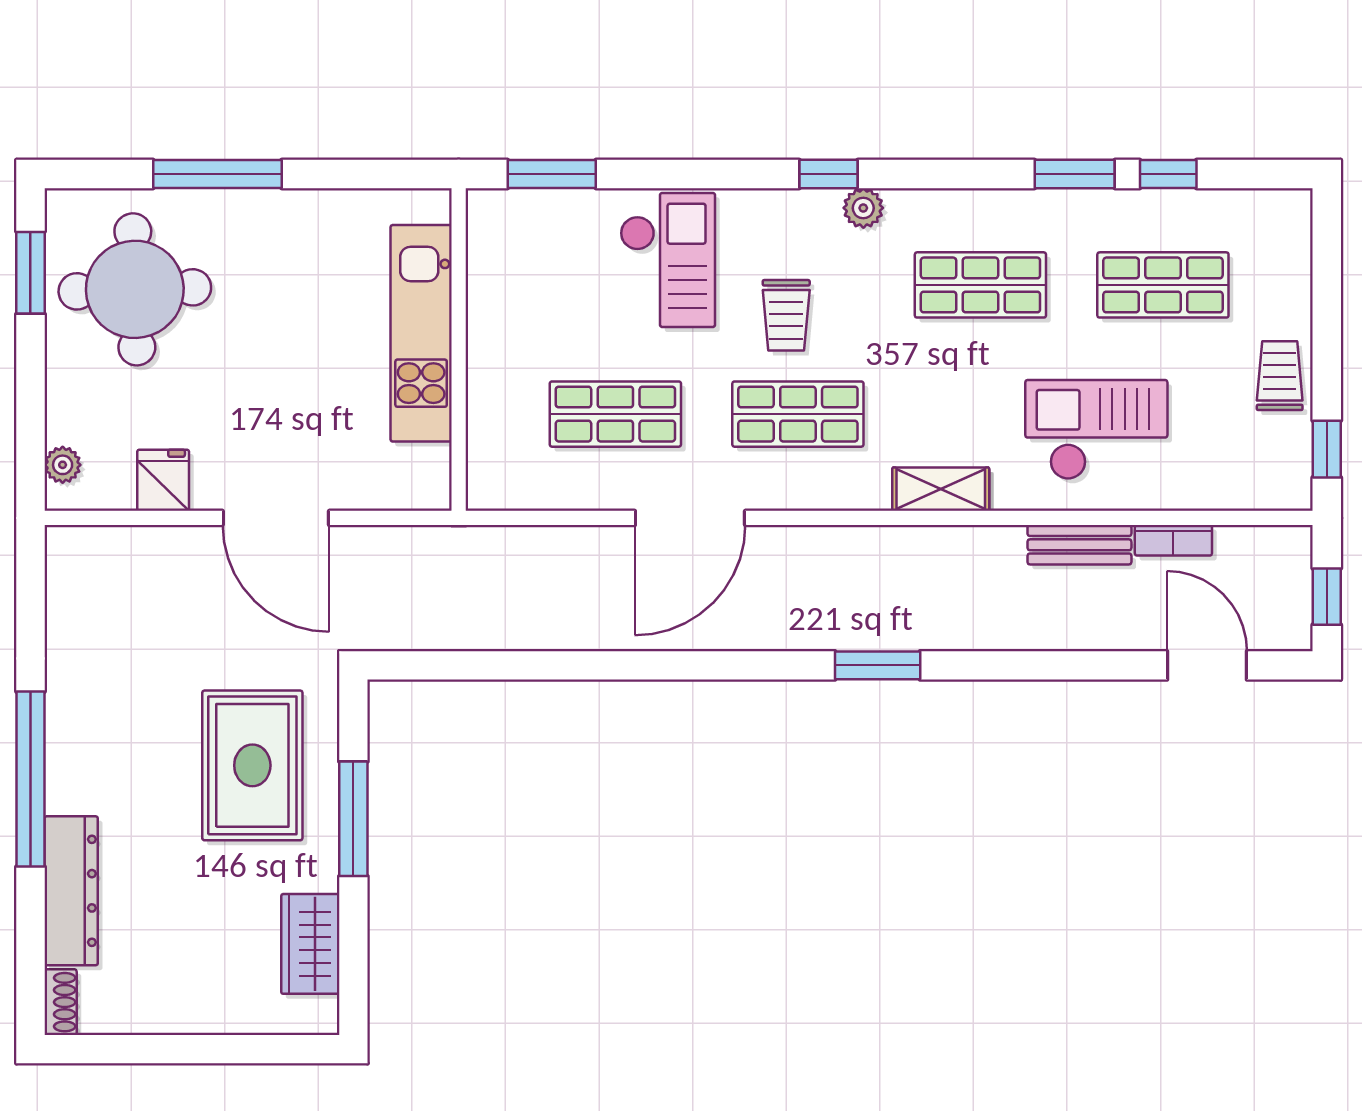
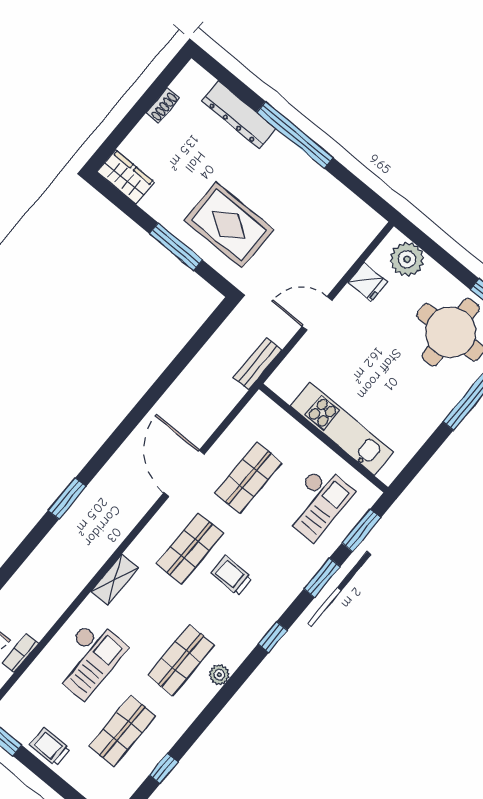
window: (1075, 174) -> (322, 578), moved
plant: (863, 208) -> (219, 675), moved
checkout: (668, 260) -> (317, 502), moved, turned -90
trolley: (1280, 376) -> (50, 747), turned 180
plant: (63, 465) -> (407, 259), width x1.88, depth x1.88
door: (276, 518) -> (317, 313), width x0.73
bench: (1079, 545) -> (258, 364), moved
wardrobe: (310, 944) -> (126, 177), moved
shoe rack: (61, 1002) -> (163, 105), moved, turned -90

